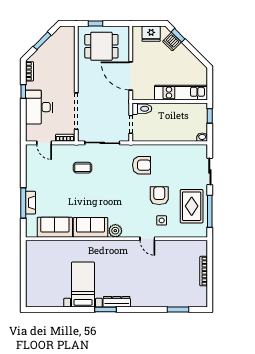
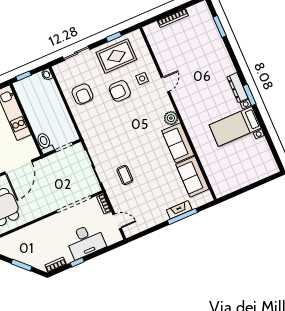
door: (44, 143) -> (117, 221), hinge flipped
armchair: (142, 165) -> (82, 94), moved, turned 180
window: (210, 211) -> (114, 37), width x0.46

